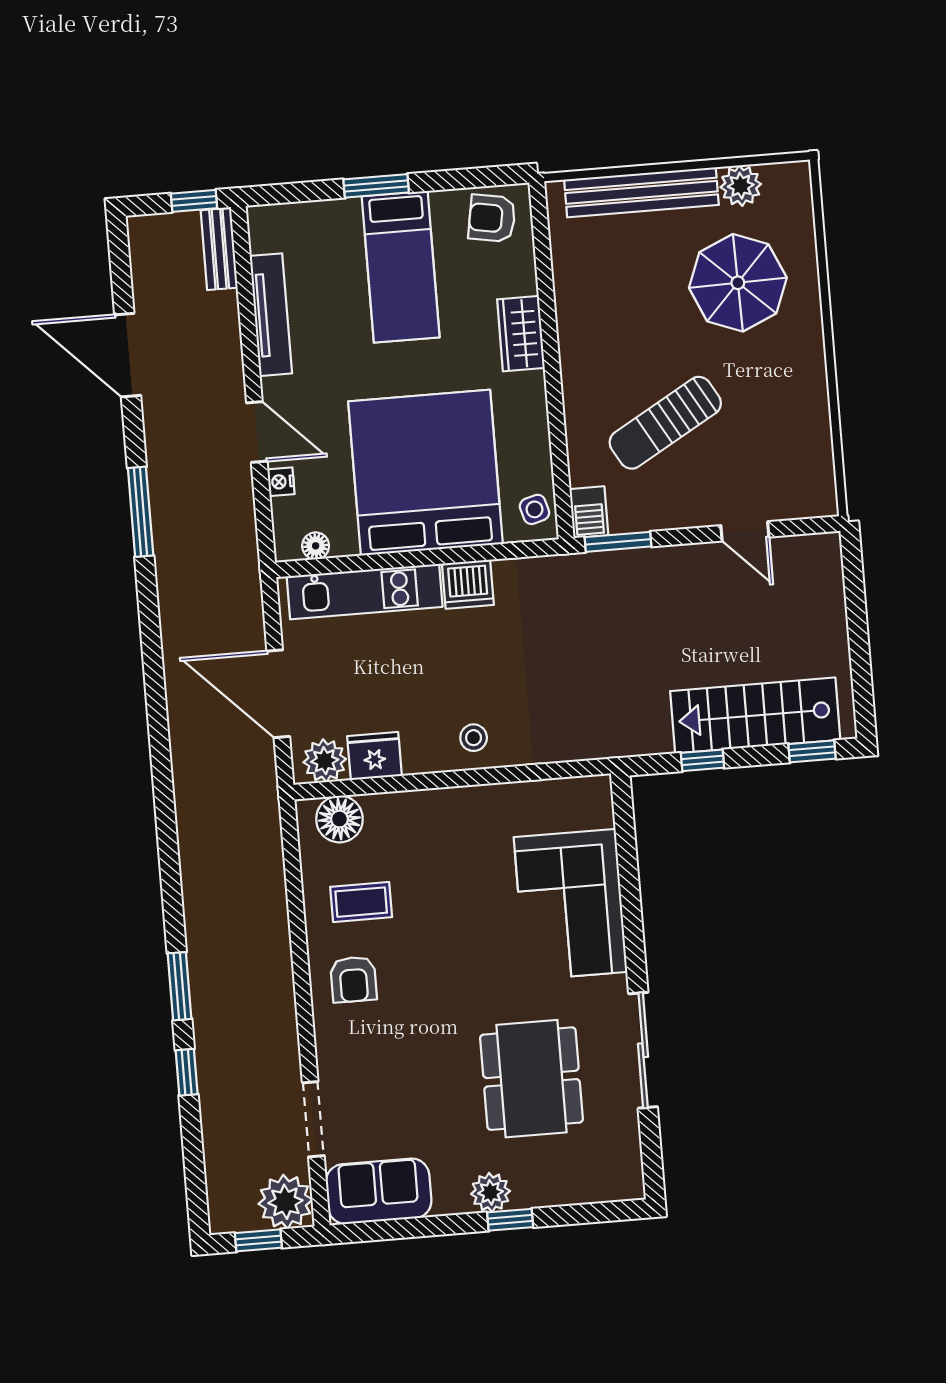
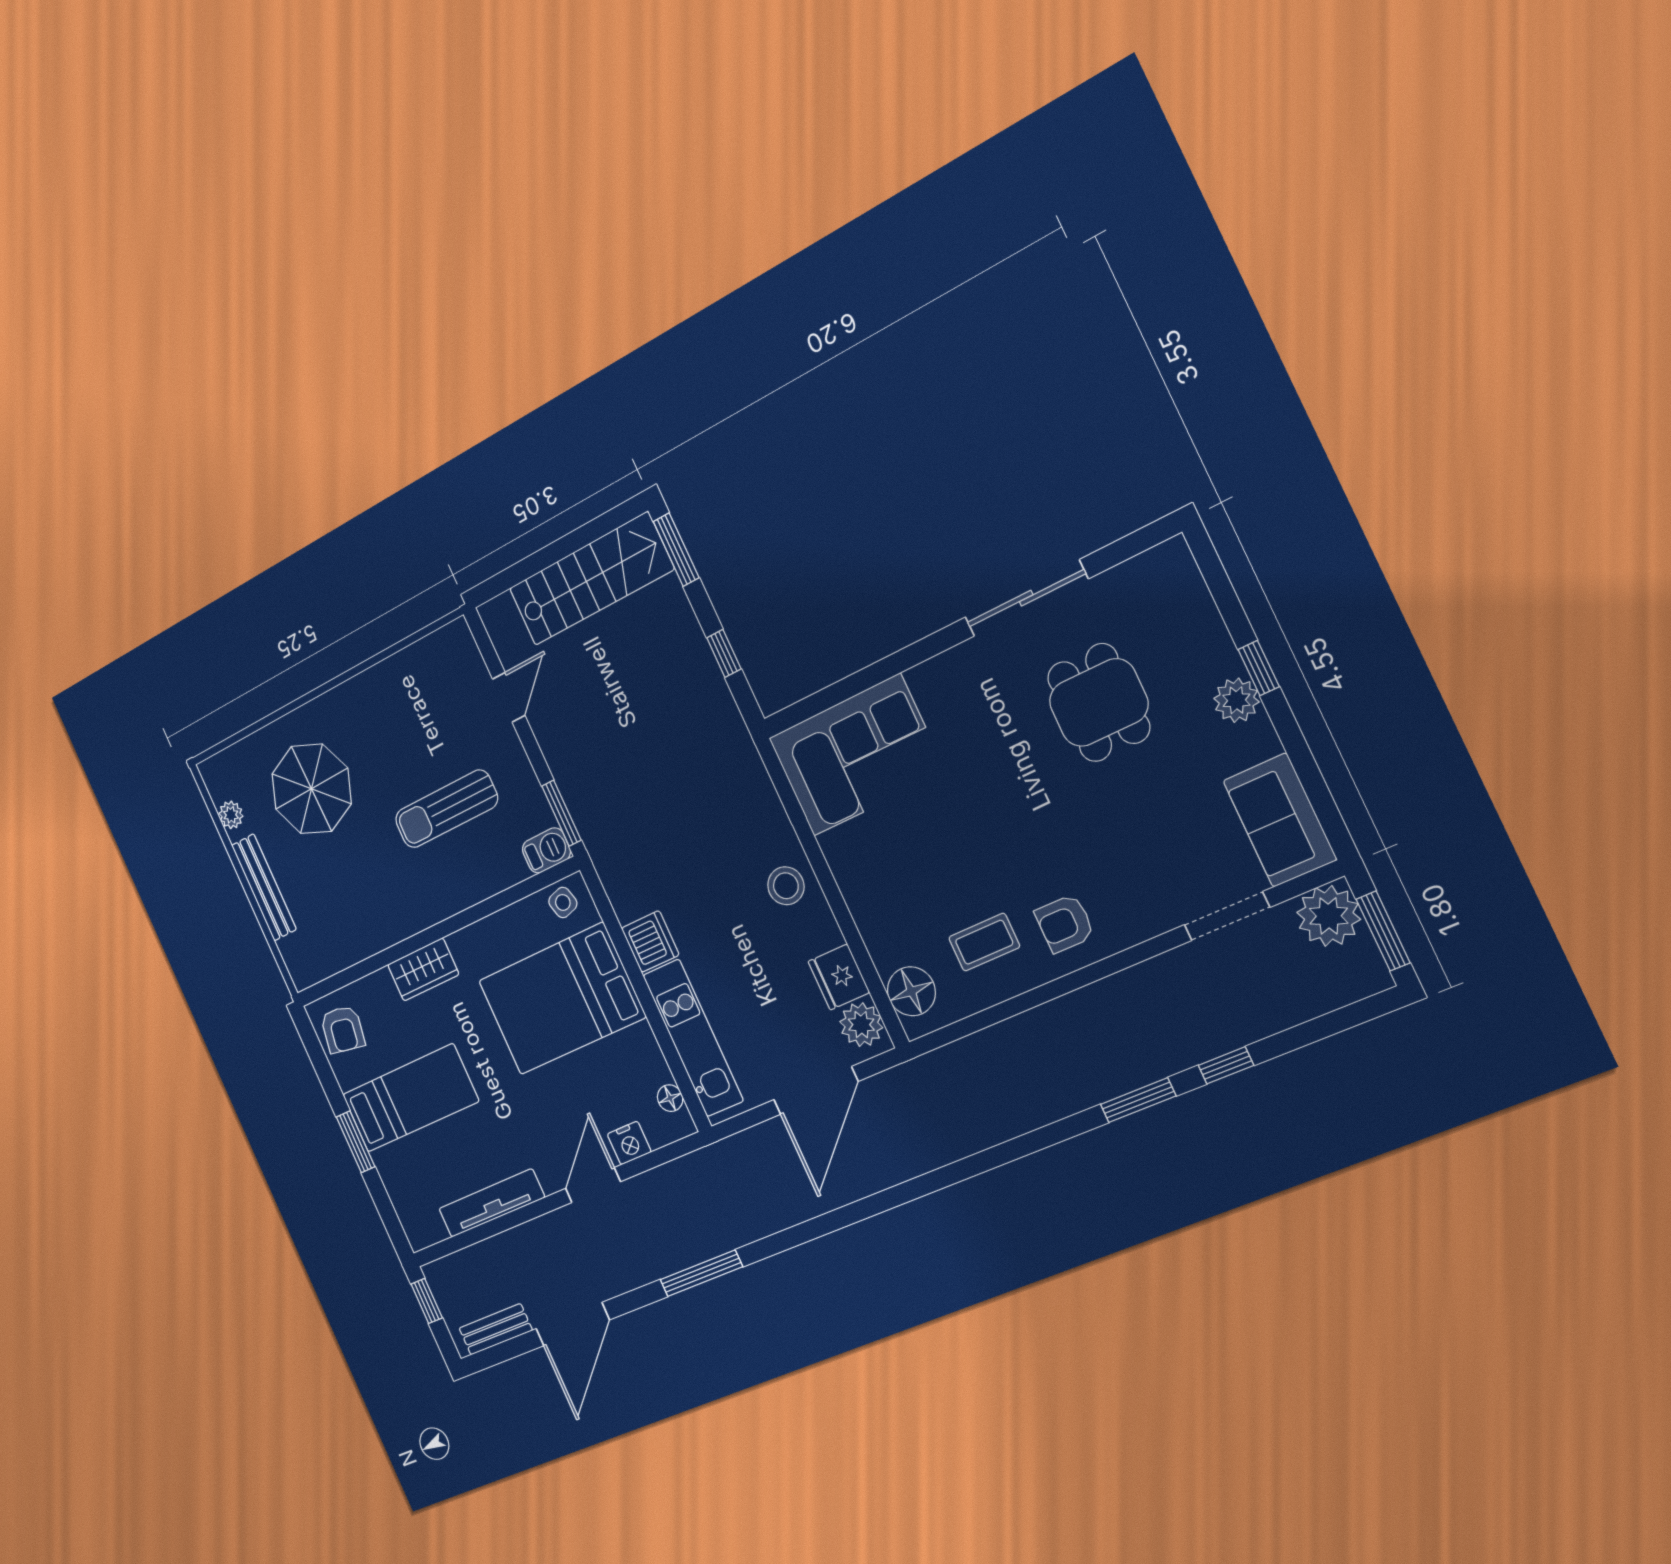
plant: (741, 186) -> (231, 815), width x0.73, depth x0.73
bench: (641, 192) -> (264, 887), width x0.73, depth x0.82
bench: (219, 249) -> (496, 1329), moved
sun lounger: (665, 423) -> (446, 809), turned 120
bed: (425, 473) -> (562, 999), width x0.73
nightstand: (281, 482) -> (629, 1143), width x1.39, depth x1.35
stairs: (755, 715) -> (591, 579), moved, turned -90
stool: (474, 738) -> (786, 886), width x1.37, depth x1.37
window: (812, 751) -> (676, 550), width x1.50
coffee table: (361, 902) -> (984, 942), turned 90
corner sofa: (571, 905) -> (857, 755), moved
armchair: (353, 979) -> (1065, 924), turned 180
dining table: (531, 1079) -> (1099, 703), width x0.73
window: (258, 1240) -> (1383, 931), width x1.50

